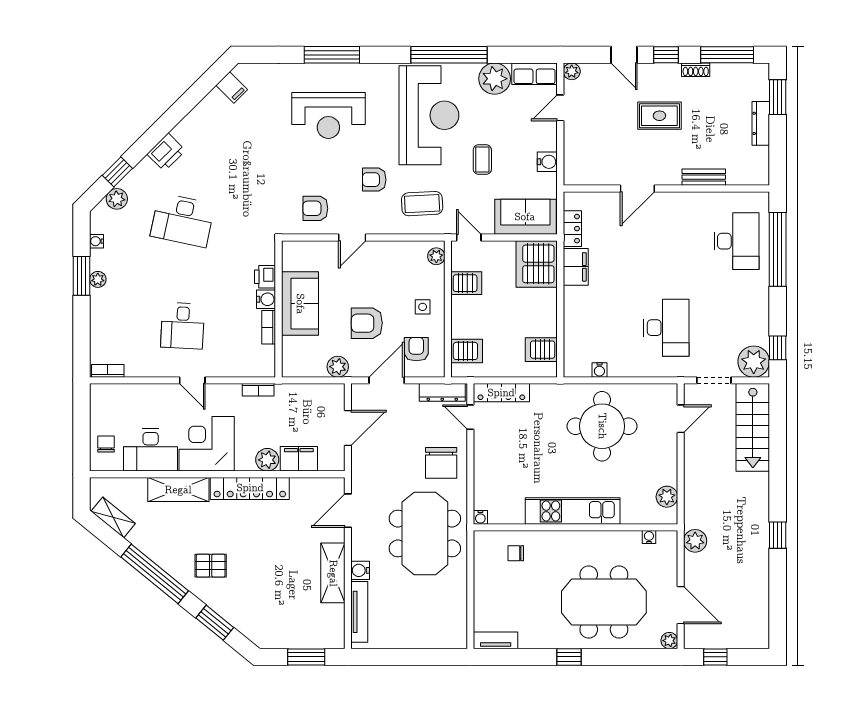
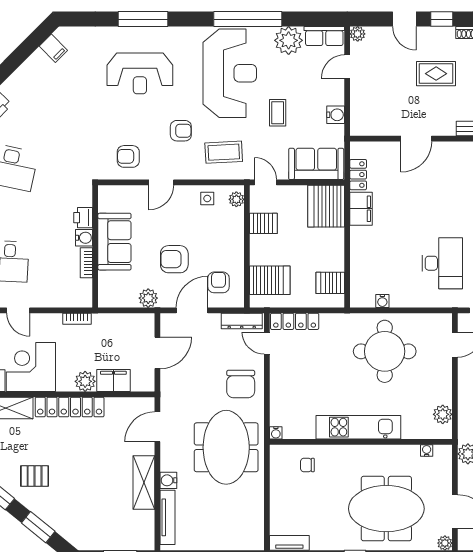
armchair: (374, 180) -> (181, 131), turned 180
side table: (423, 307) -> (207, 198), moved
server rack: (467, 351) -> (270, 280), width x1.36, depth x1.44

